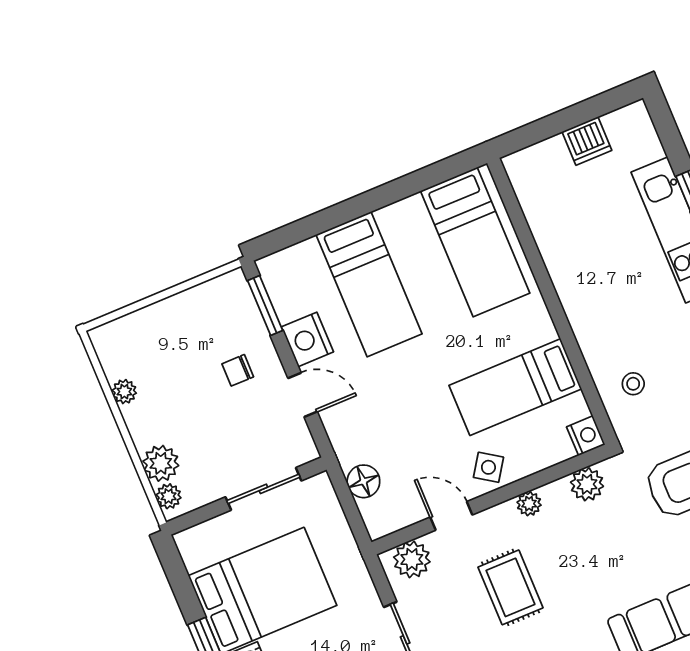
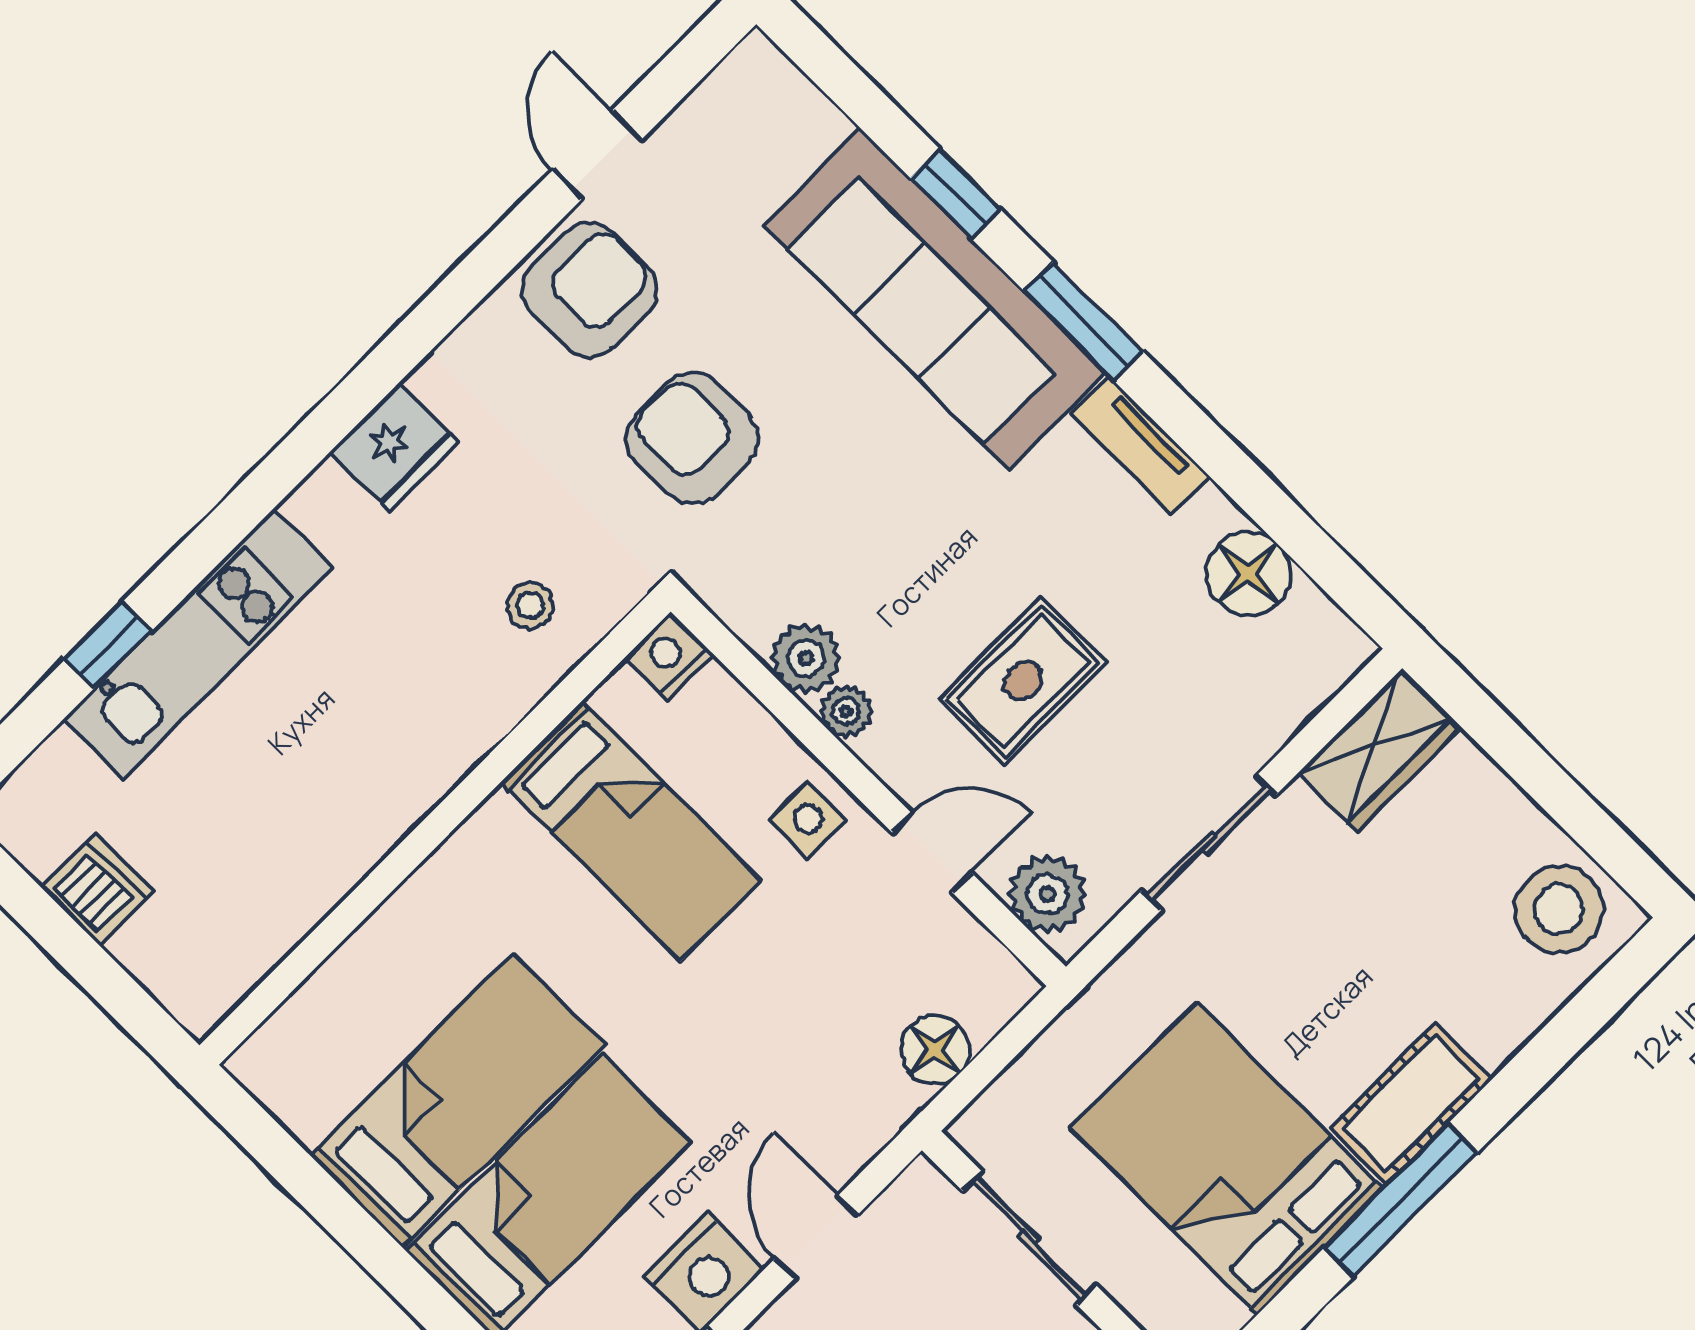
bed: (475, 242) -> (458, 1100), moved
side table: (488, 467) -> (808, 819), turned -34
plant: (587, 484) -> (806, 658), moved
door: (451, 516) -> (932, 853), swing flipped

